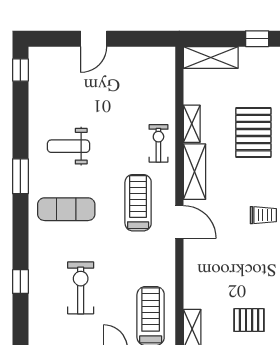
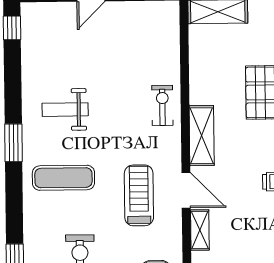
shelving: (192, 124) -> (200, 230), moved
treadmill: (138, 203) -> (139, 195), moved

